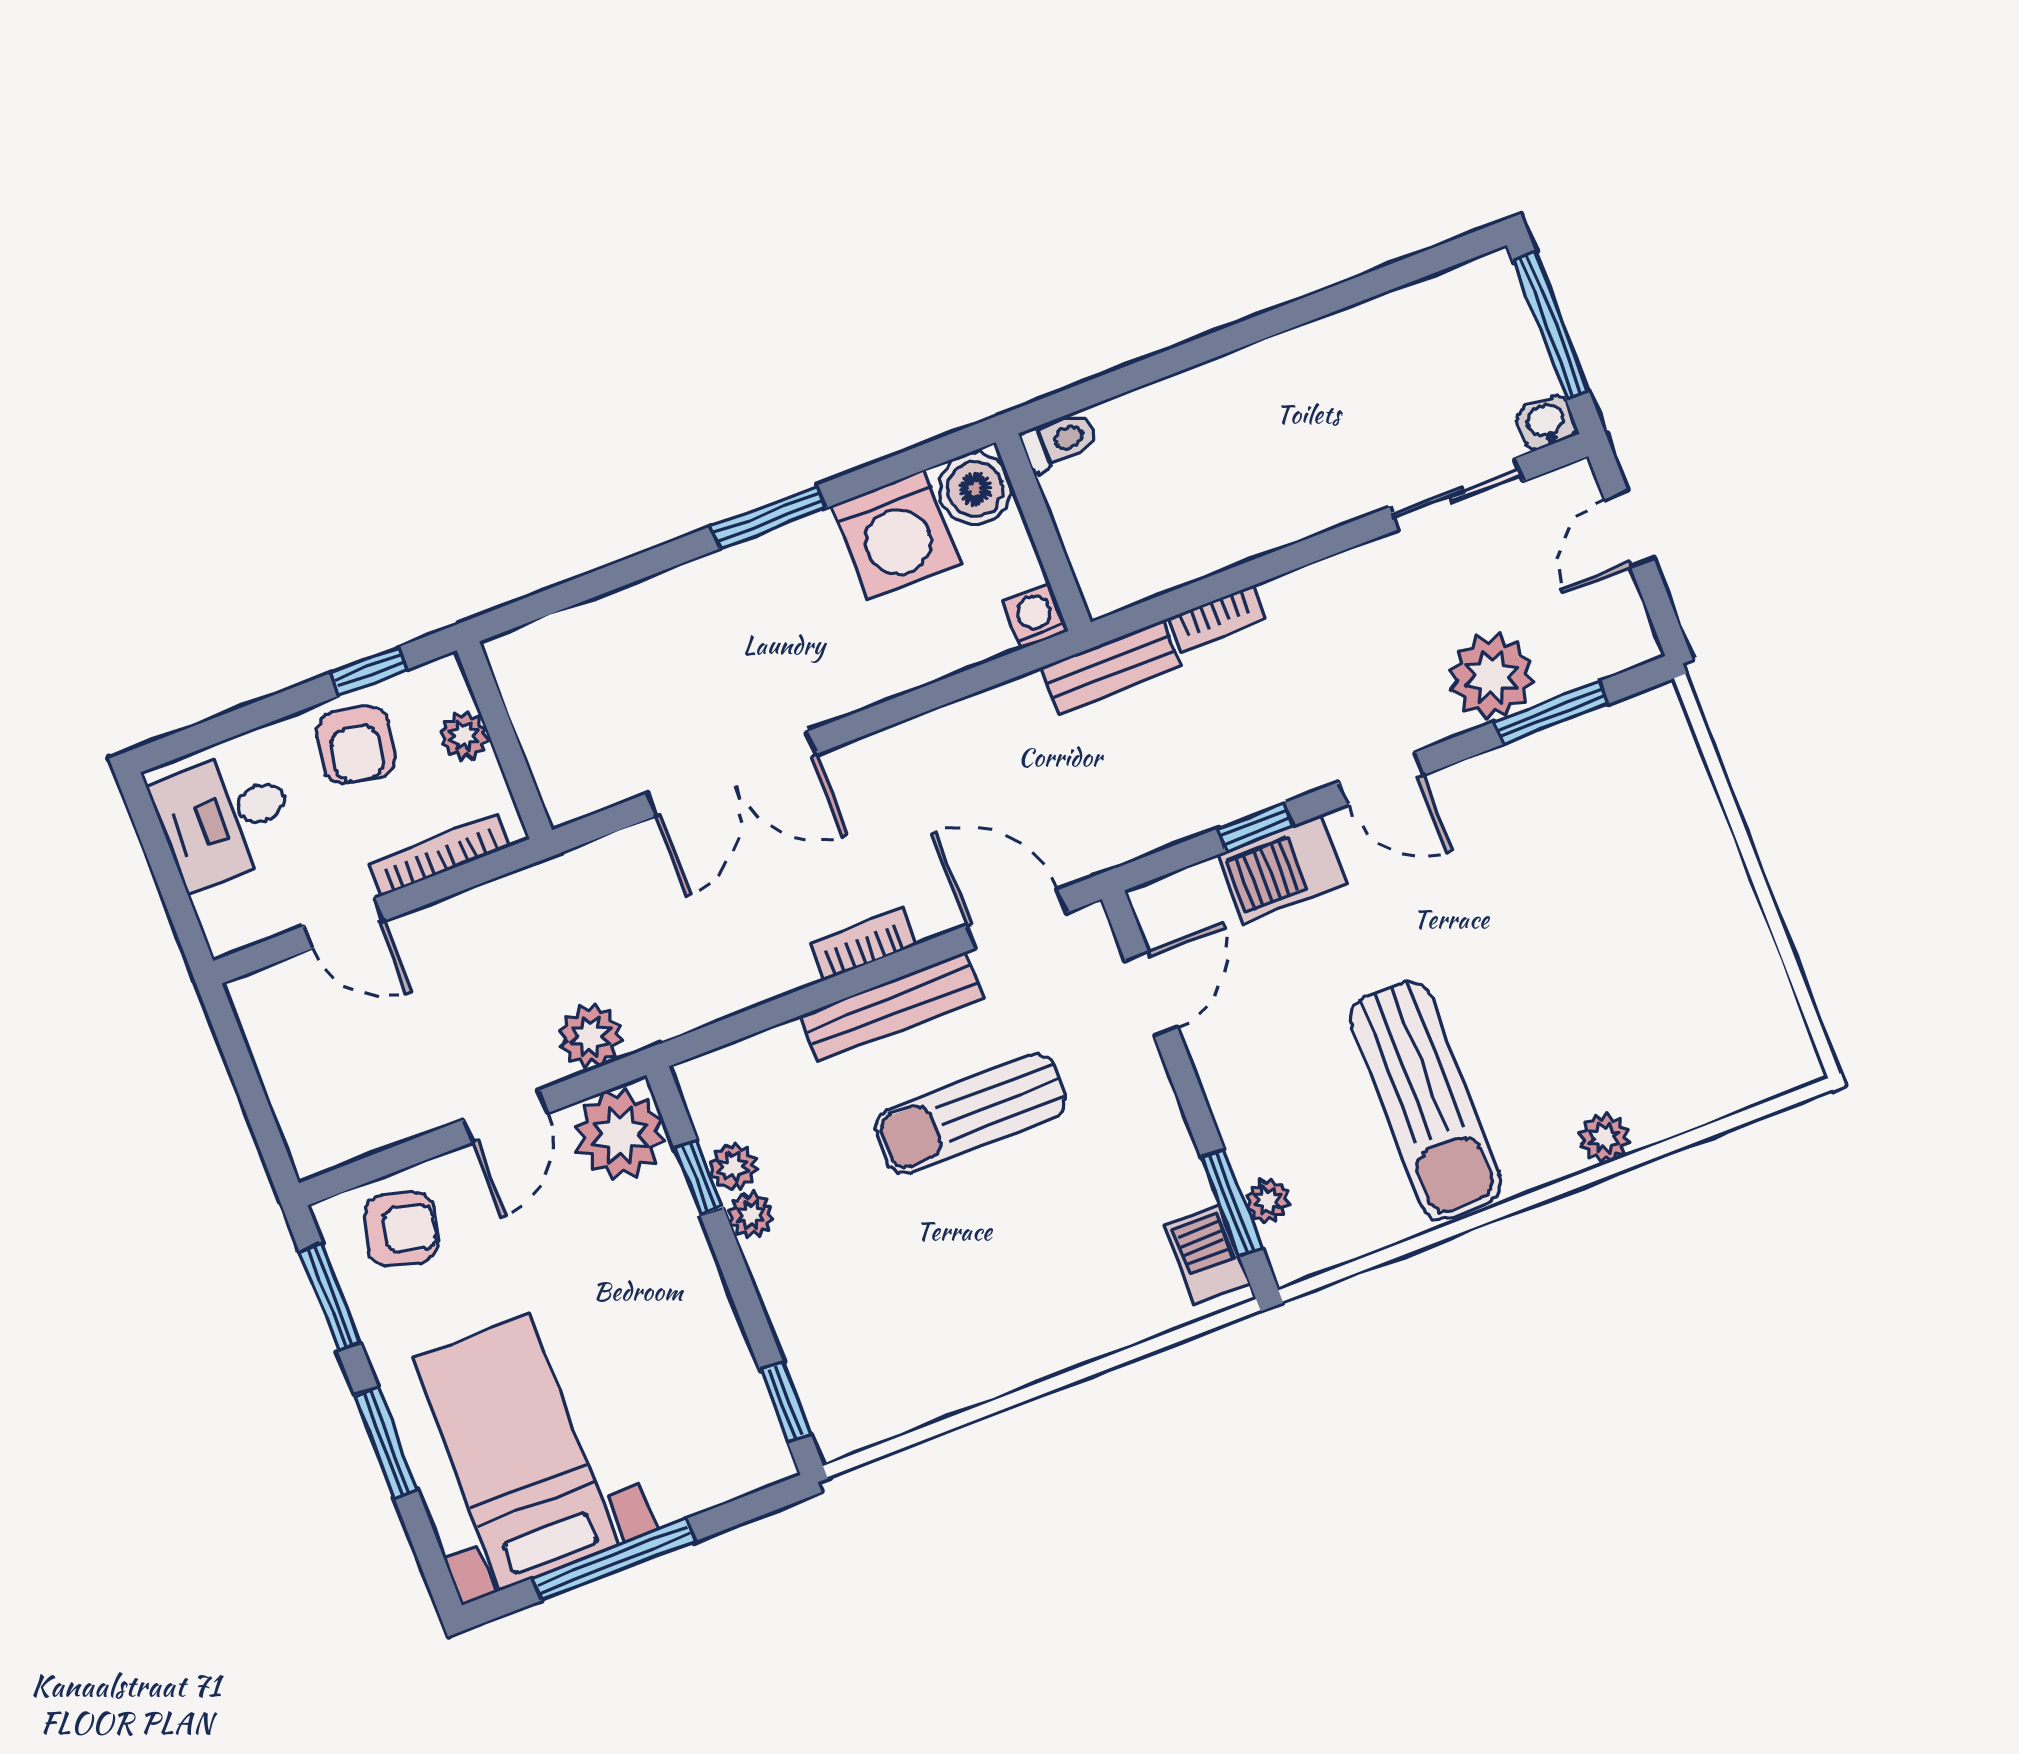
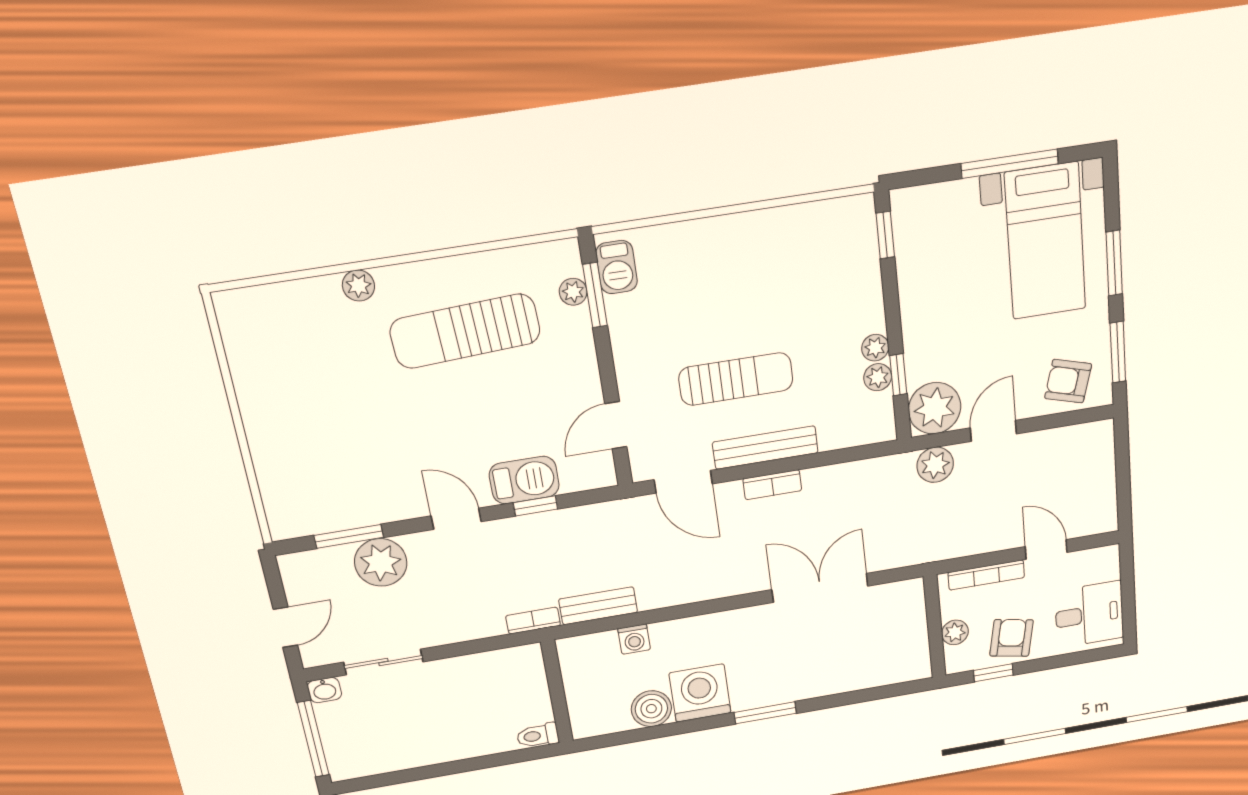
toilet: (1059, 441) -> (538, 736), moved
wall: (1043, 532) -> (557, 692), moved
sun lounger: (1426, 1100) -> (465, 331), turned -93

